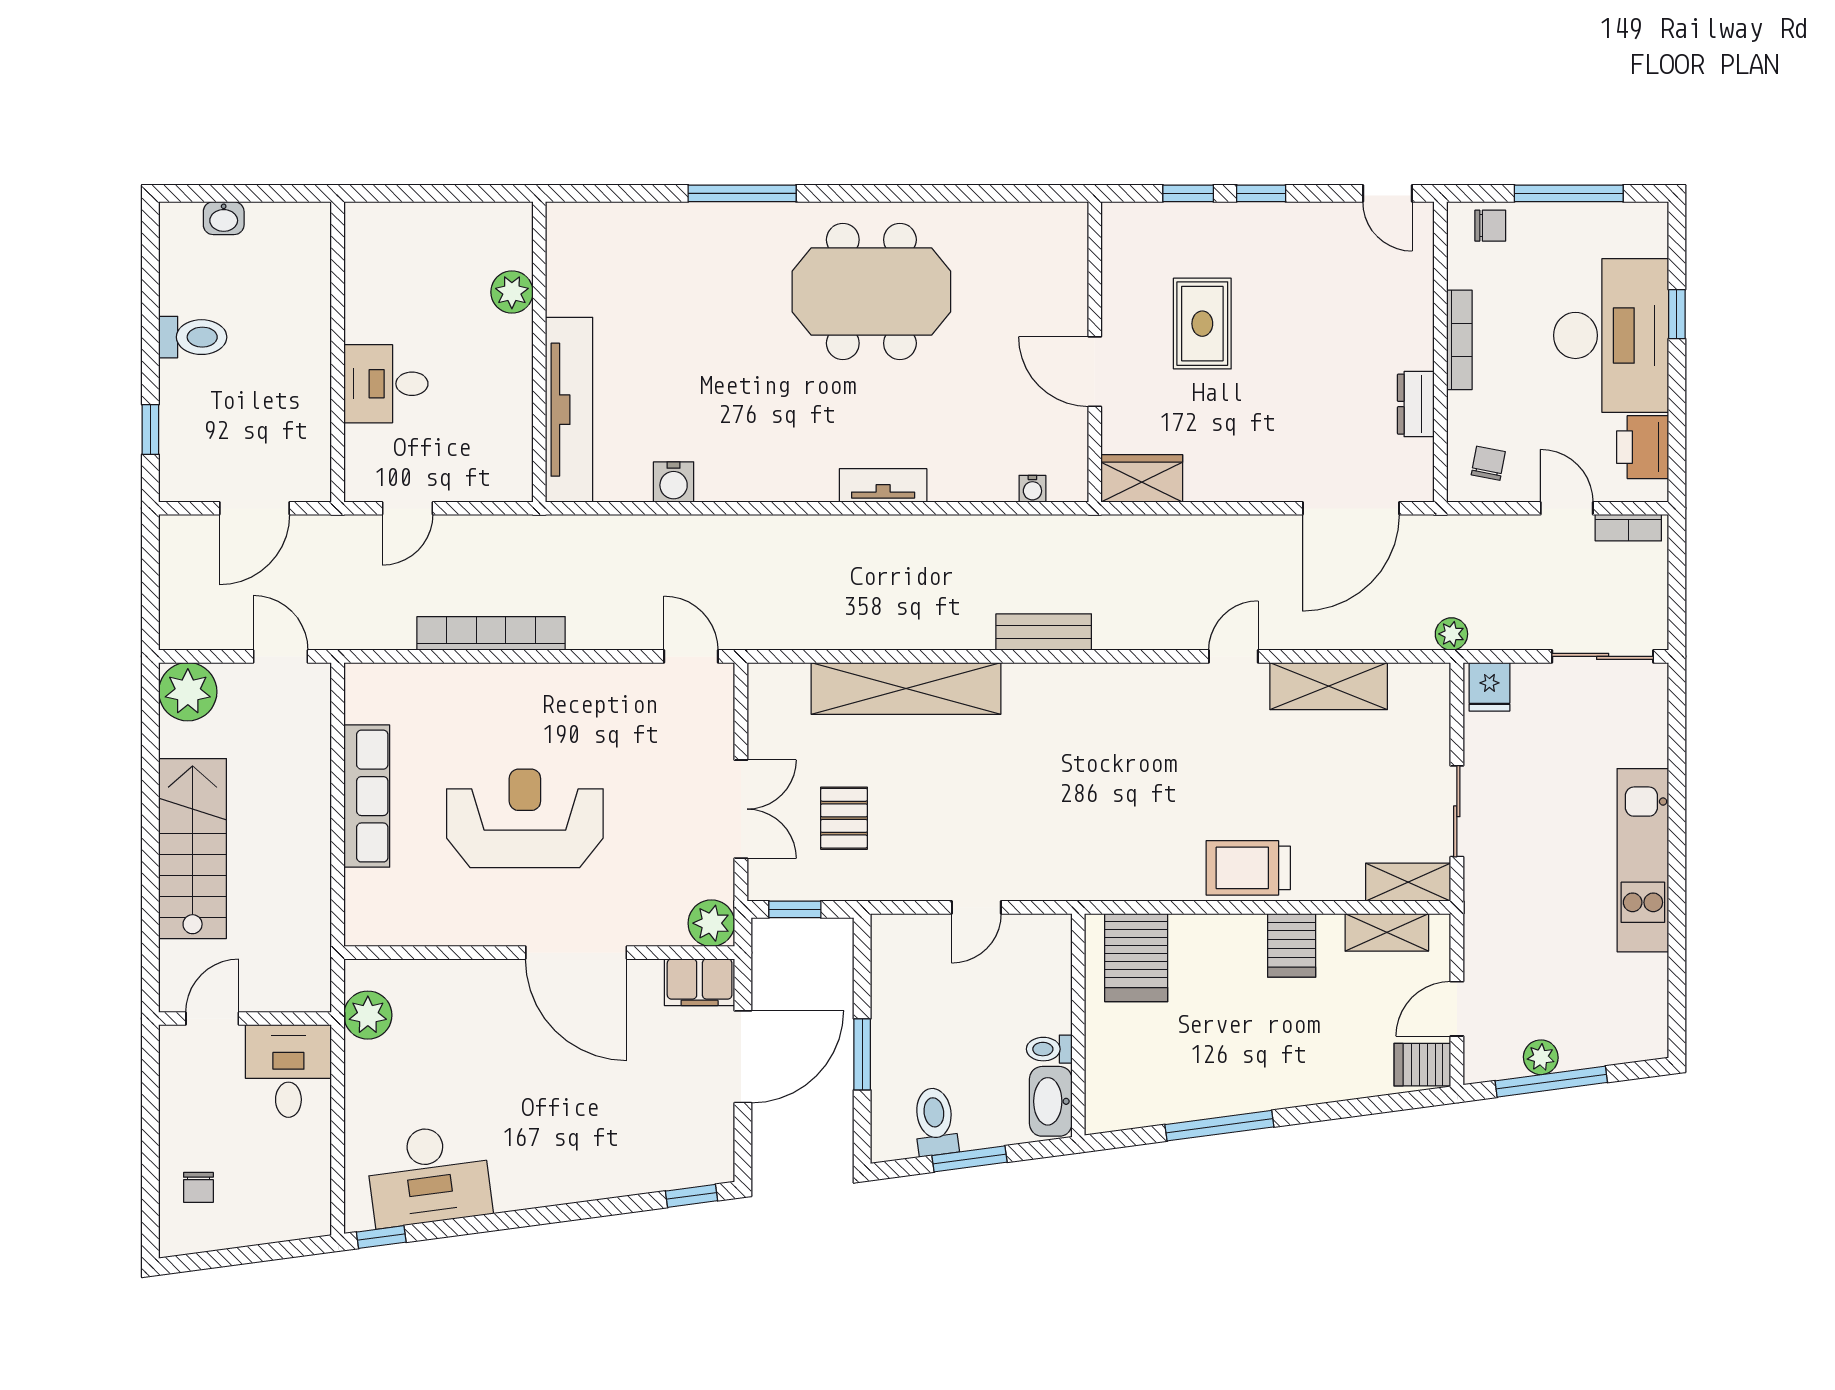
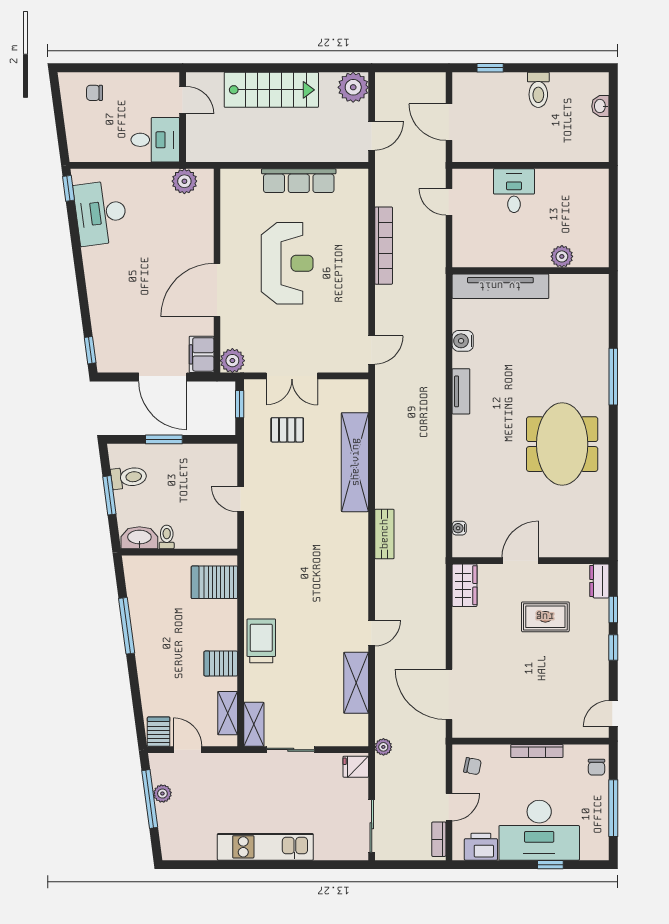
dresser: (1416, 404) -> (599, 581), moved, turned -90
tv unit: (883, 485) -> (461, 391), moved
door: (1233, 656) -> (372, 633), hinge flipped

